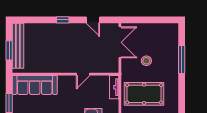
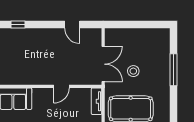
window: (63, 20) -> (18, 24), moved
double door: (120, 42) -> (103, 64), moved

